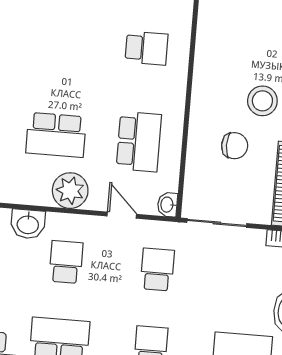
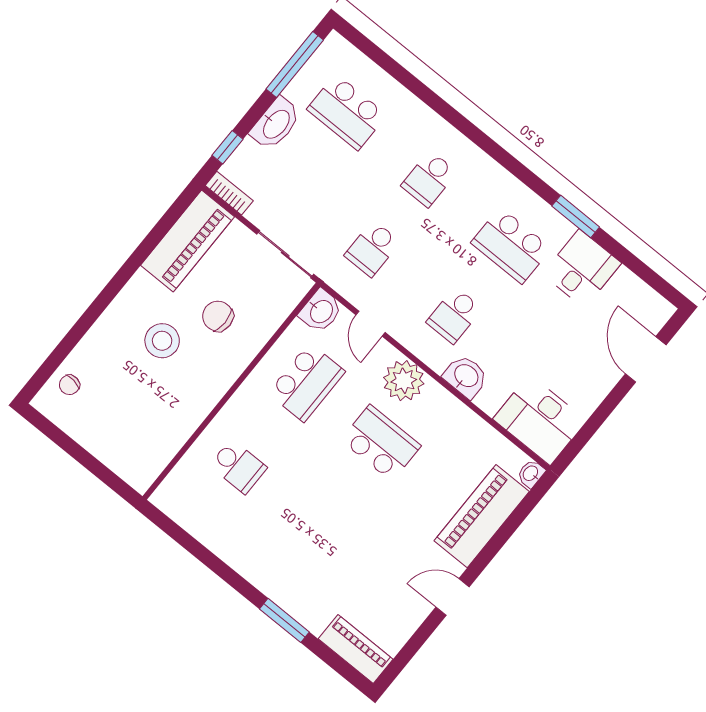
school desk: (146, 48) -> (238, 467), turned 180
school desk: (139, 142) -> (306, 382), turned 180
washbasin: (167, 205) -> (321, 311), width x1.38, depth x1.45

